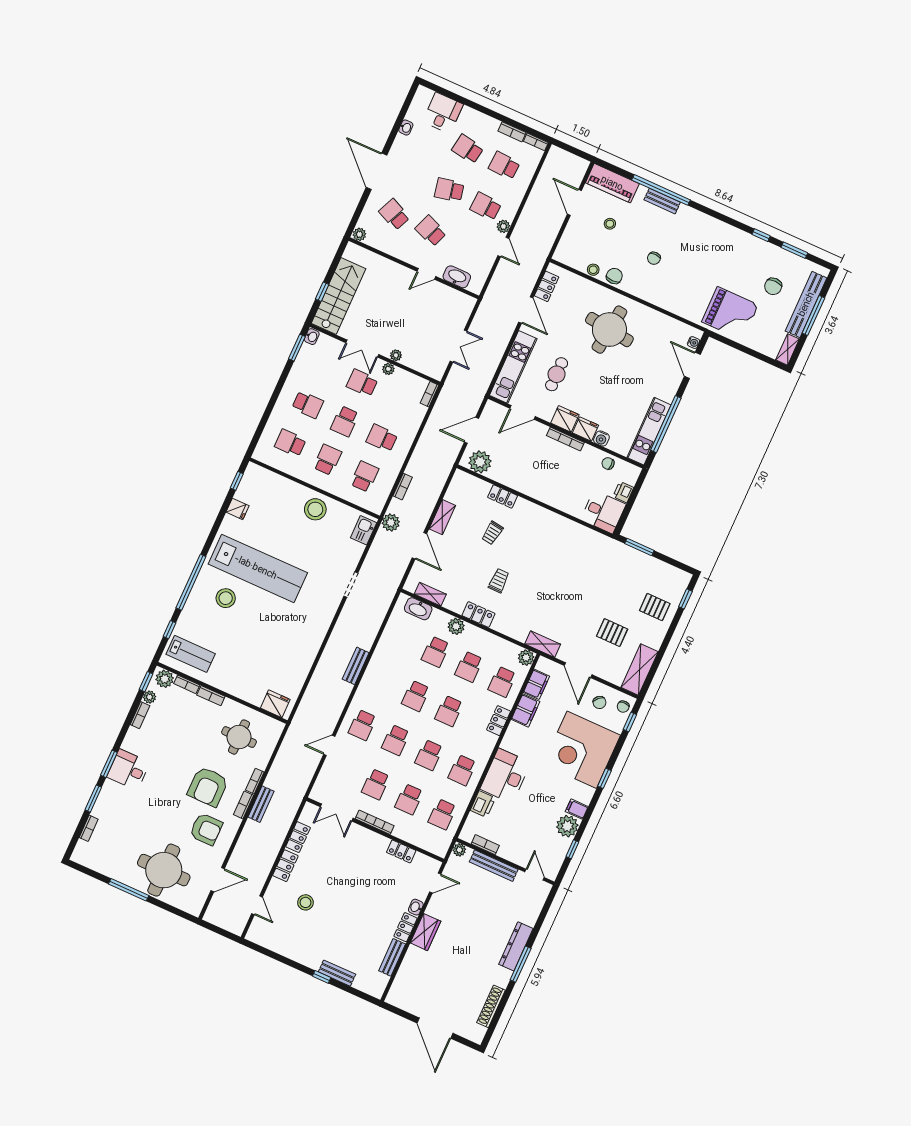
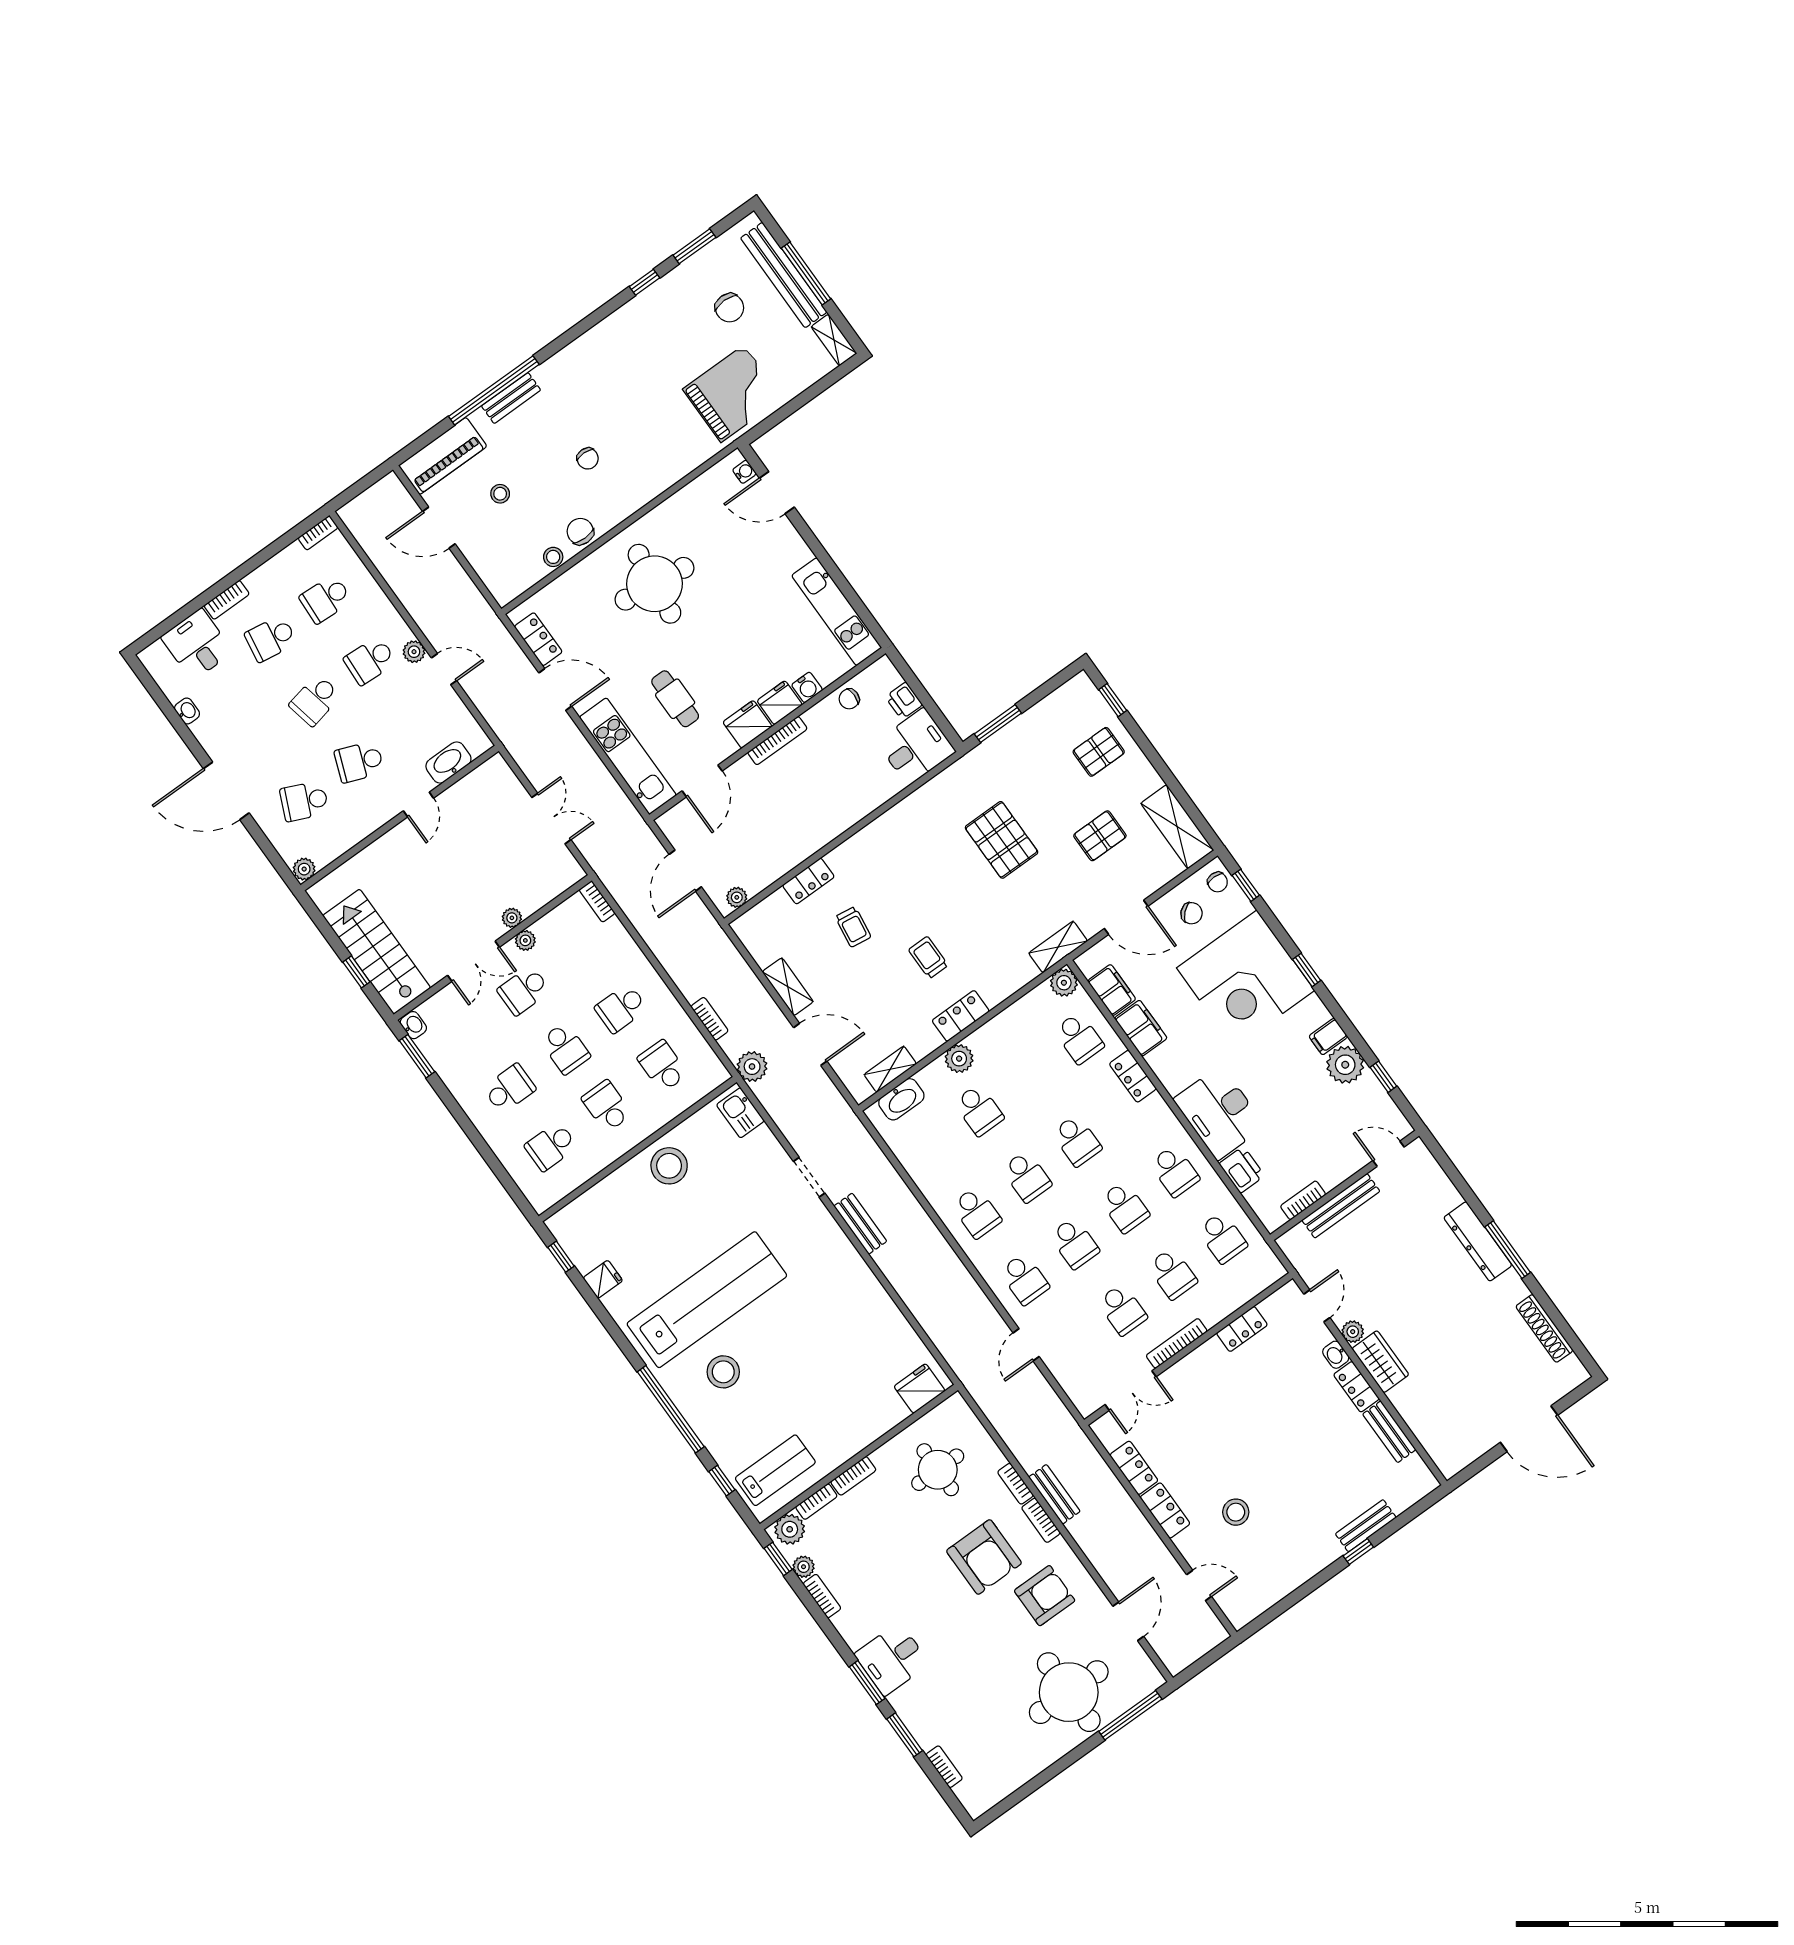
bookcase: (512, 132) -> (227, 600), moved
window: (666, 424) -> (840, 581), removed
plant: (480, 462) -> (737, 897), width x0.53, depth x0.53
pallet: (581, 583) -> (1002, 840), added
bench: (356, 666) -> (860, 1224), moved
school desk: (469, 667) -> (977, 1213), moved
plant: (459, 850) -> (1353, 1332), moved
window: (129, 890) -> (1130, 1715), moved

